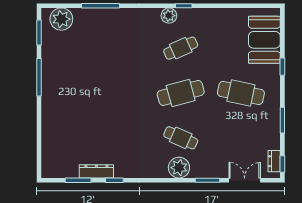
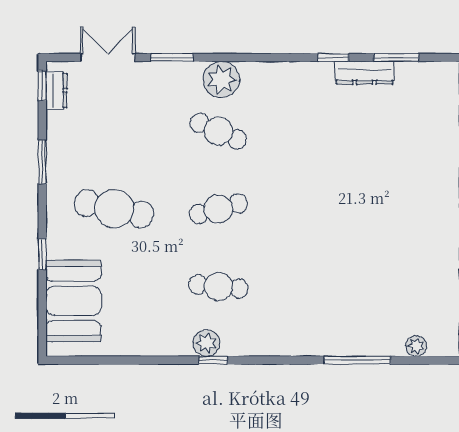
plant: (169, 16) -> (207, 343), moved
plant: (61, 19) -> (416, 346), width x0.53, depth x0.53
cafe table: (181, 48) -> (218, 287), turned 30
cafe table: (181, 93) -> (218, 209), width x0.73, depth x0.74
double door: (245, 180) -> (108, 58), swing flipped

